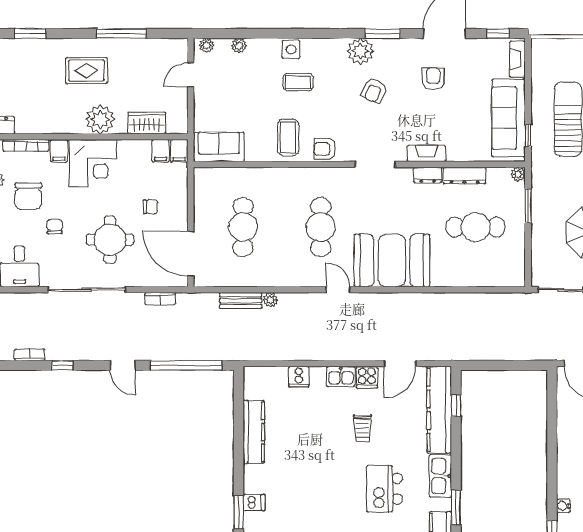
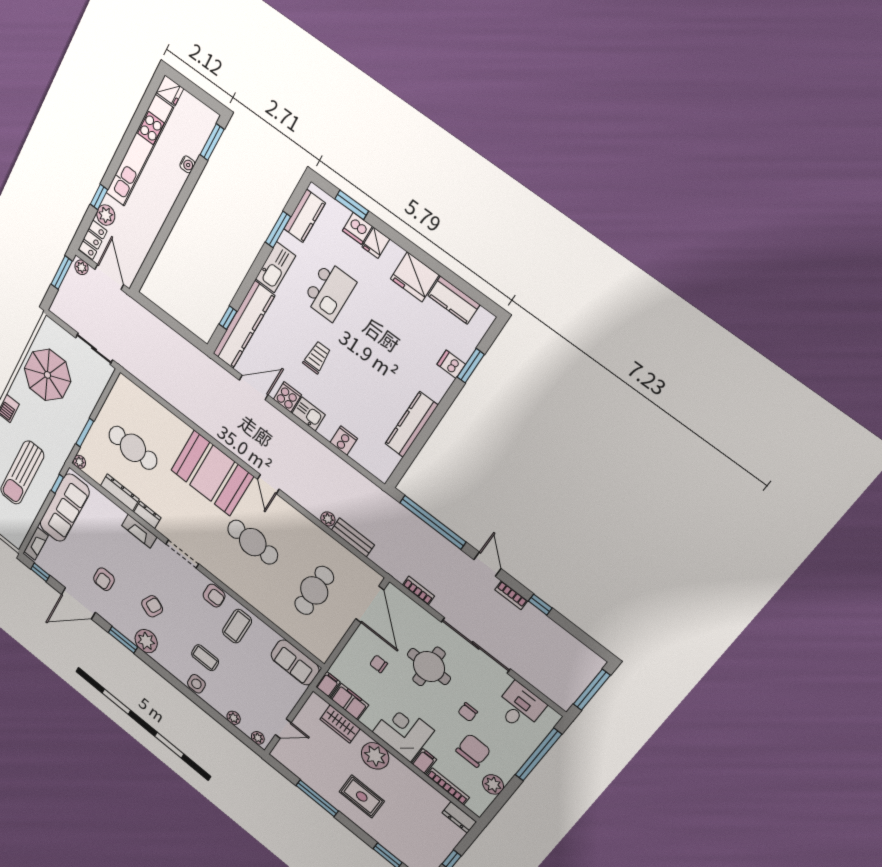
filing cabinet: (161, 151) -> (349, 702), width x2.00
cafe table: (321, 227) -> (253, 542), turned 90
bookcase: (30, 355) -> (511, 595), moved

